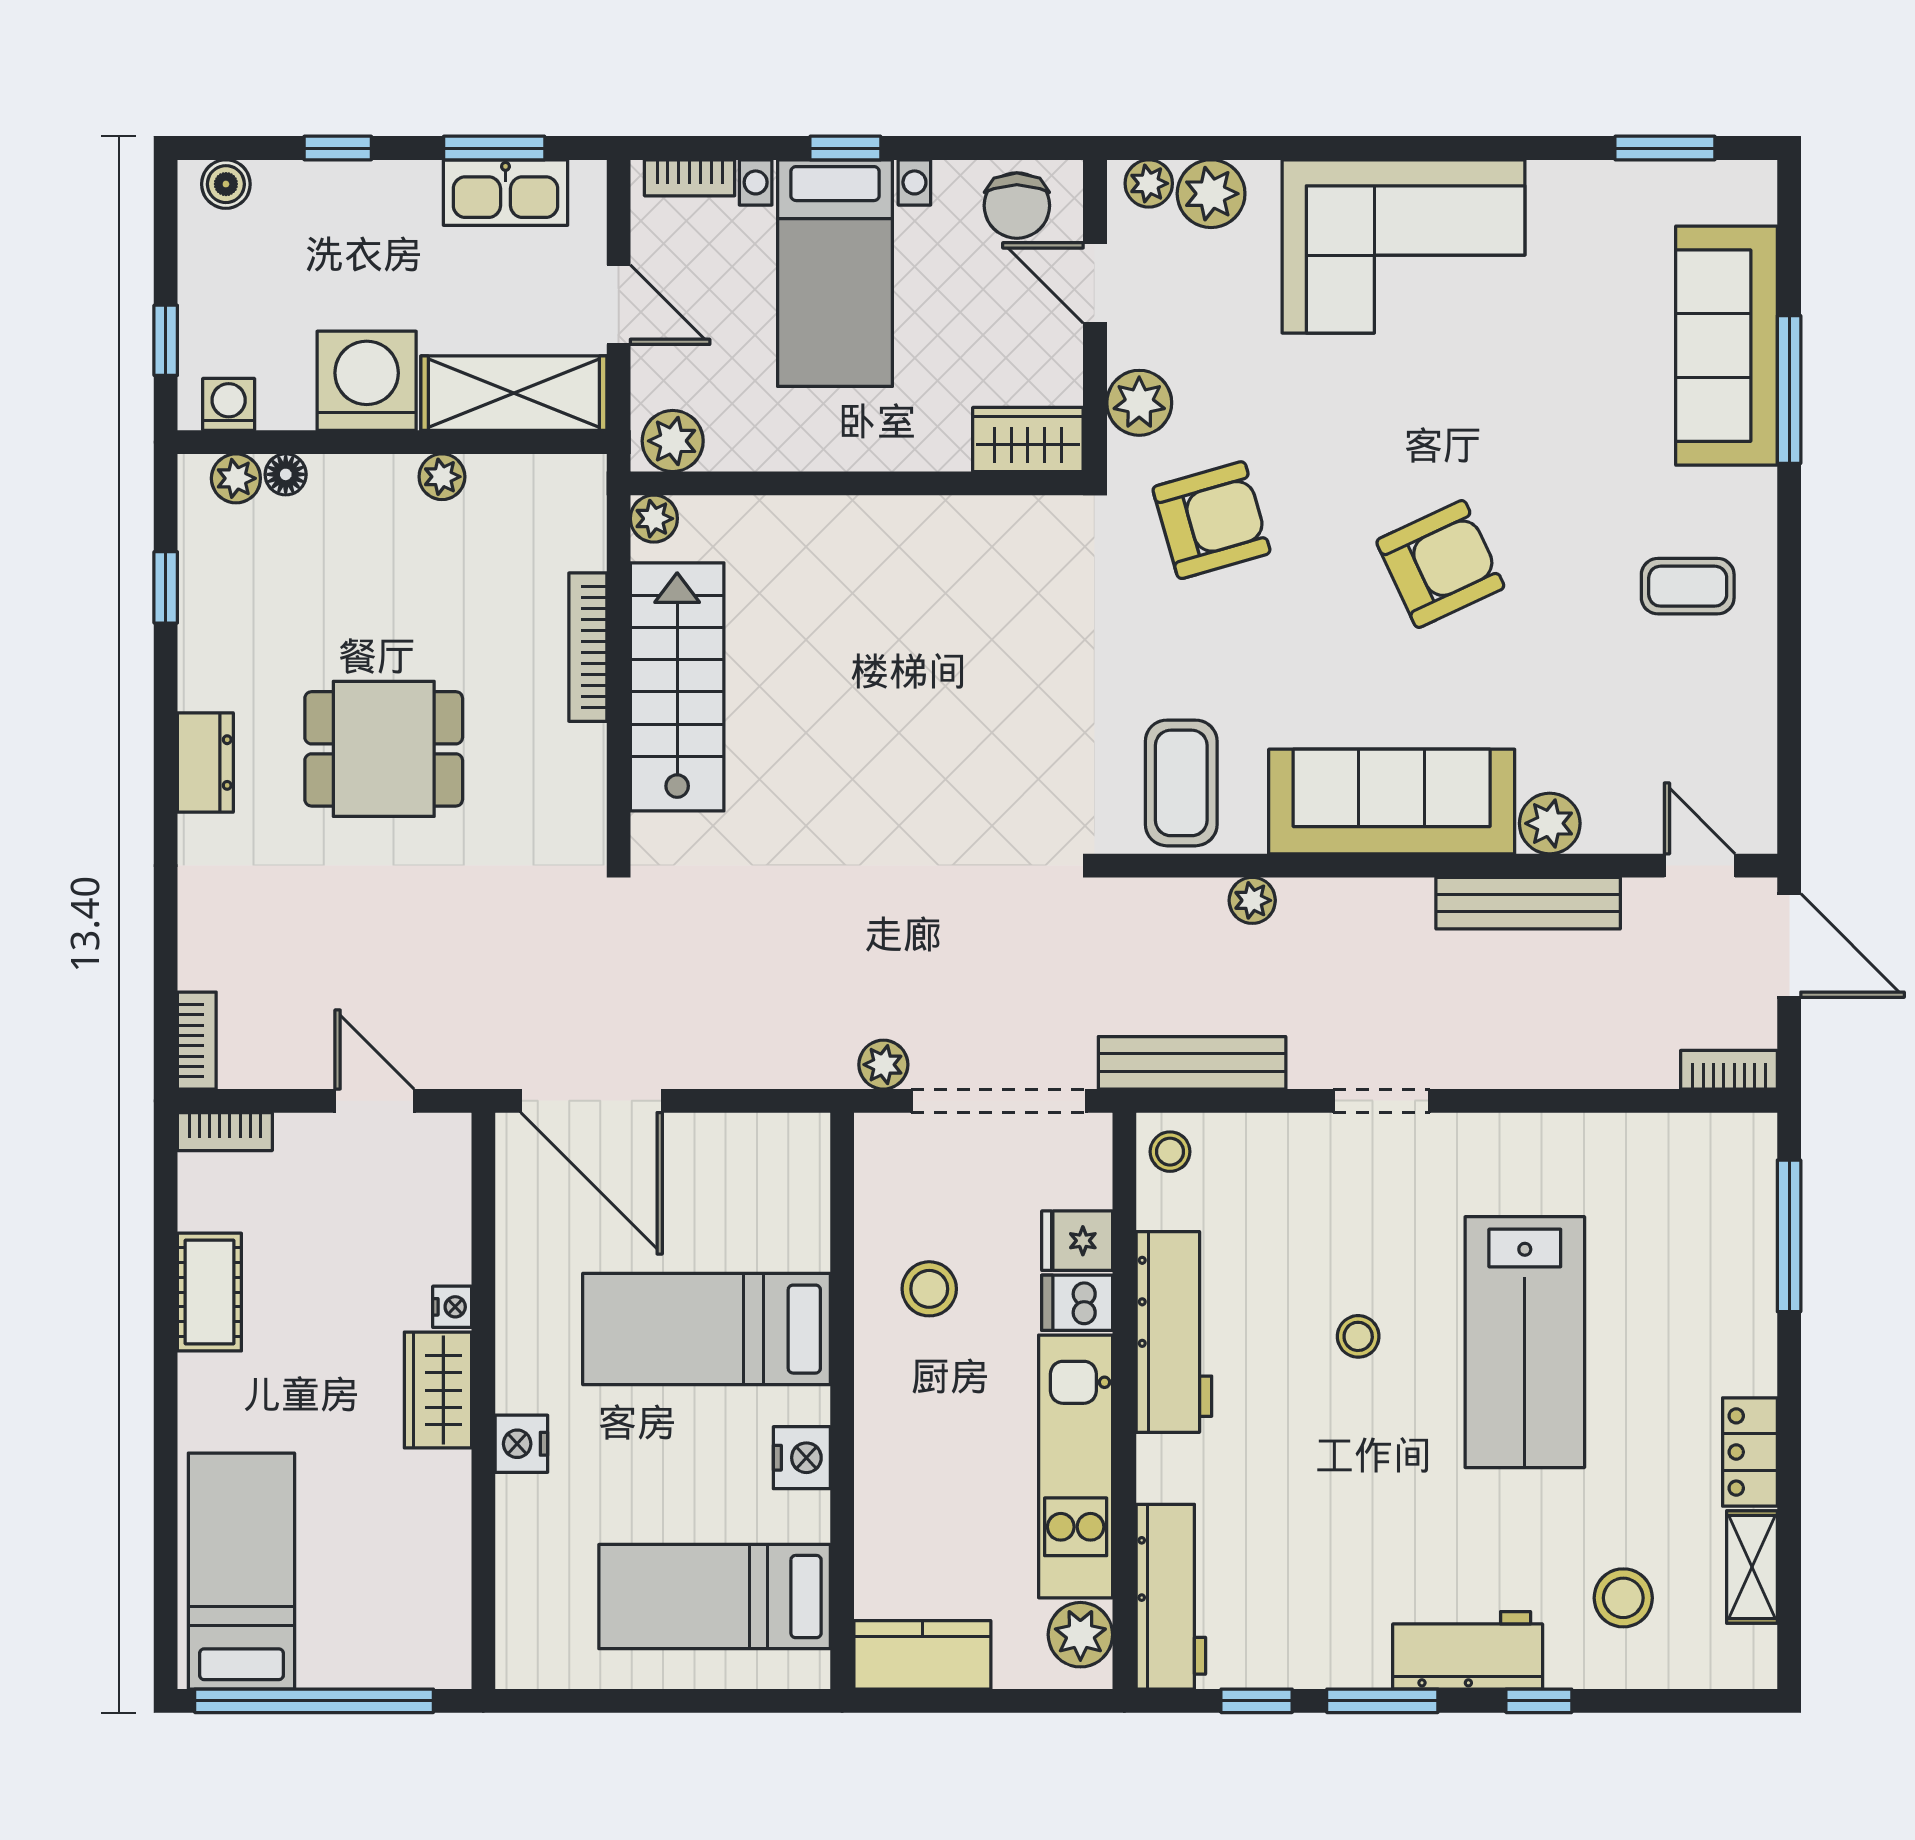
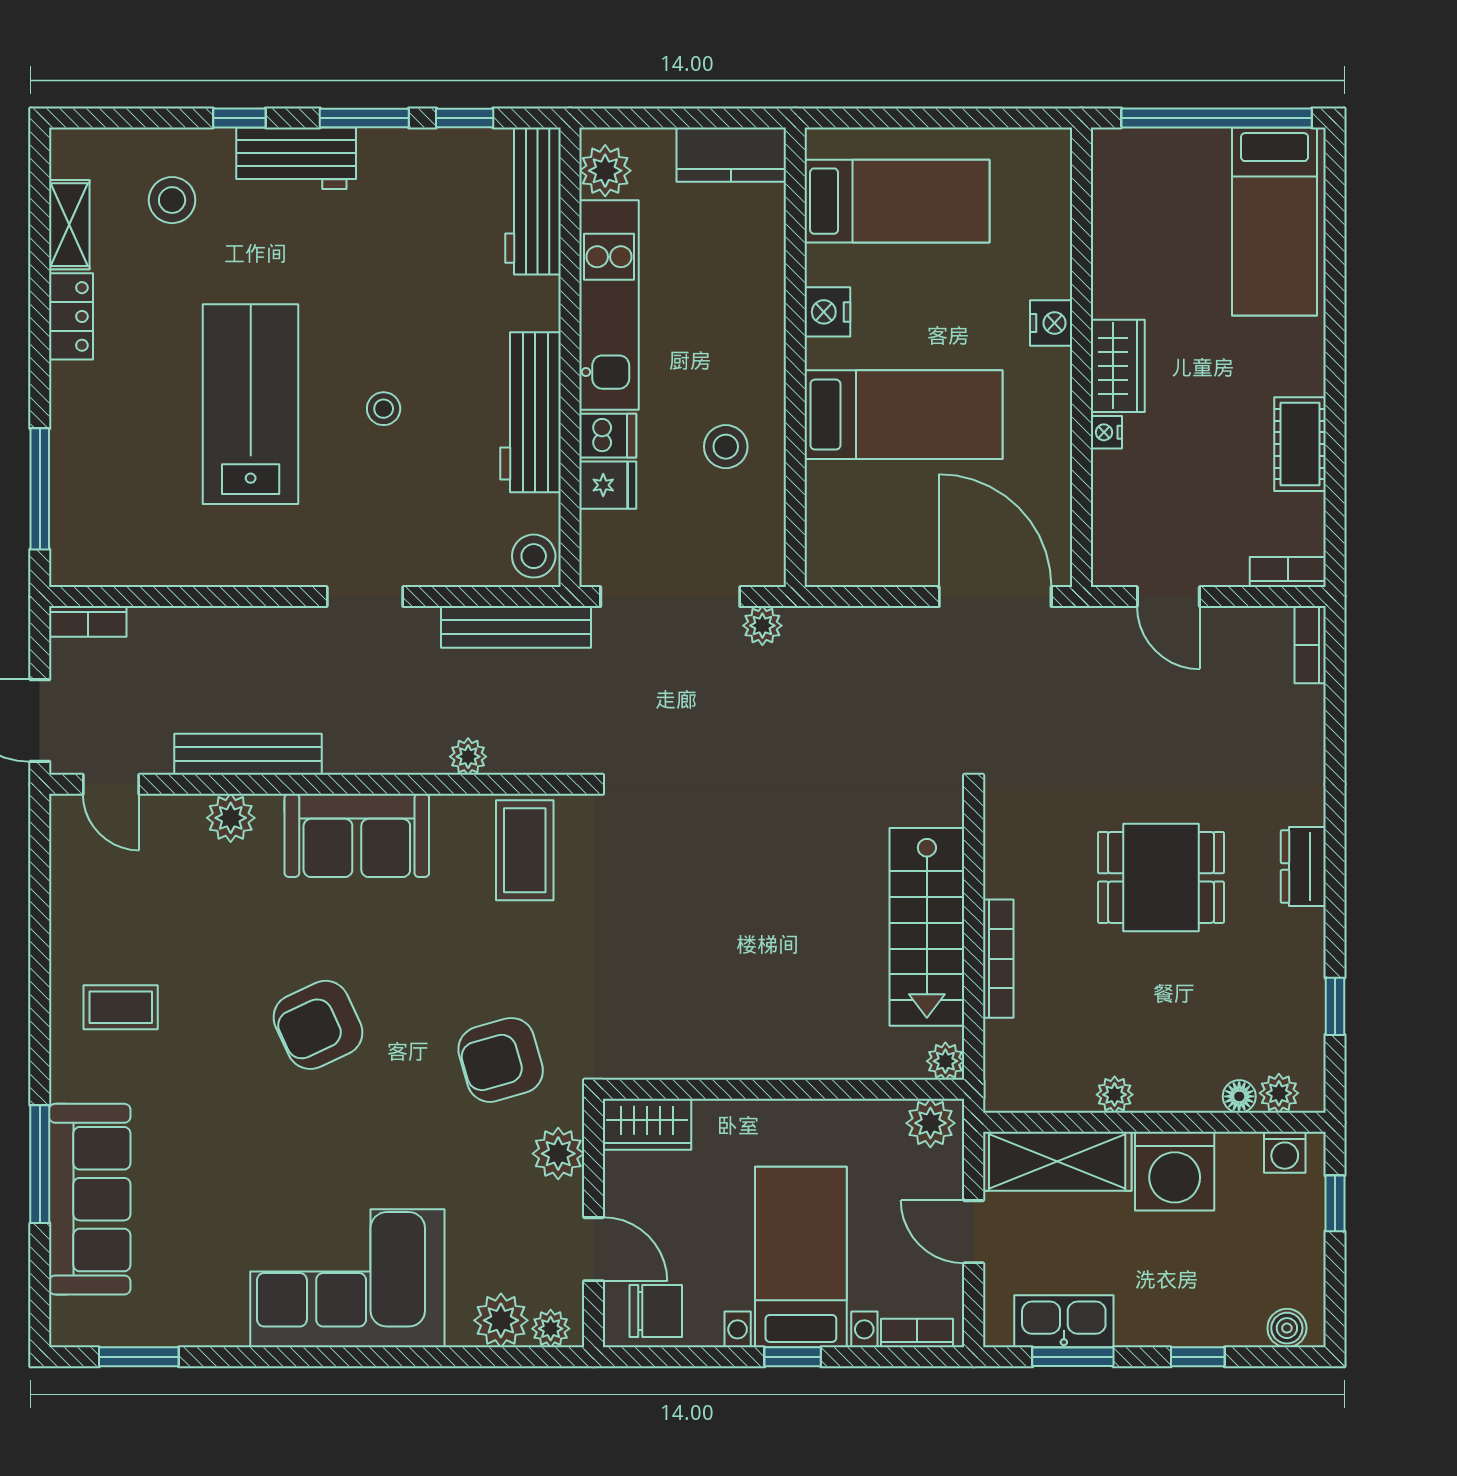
chair: (1017, 206) -> (656, 1311), turned 90
sofa: (1392, 802) -> (357, 835), width x0.73
stool: (1170, 1152) -> (534, 556), width x1.37, depth x1.37

